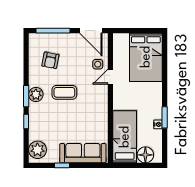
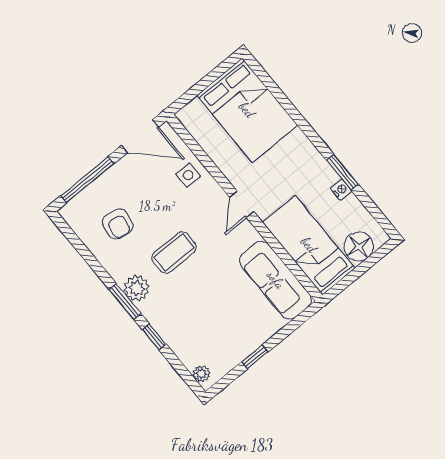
door: (110, 77) -> (242, 204), moved
plant: (37, 150) -> (202, 374), width x0.53, depth x0.53
sofa: (83, 153) -> (276, 280), moved, turned -90

